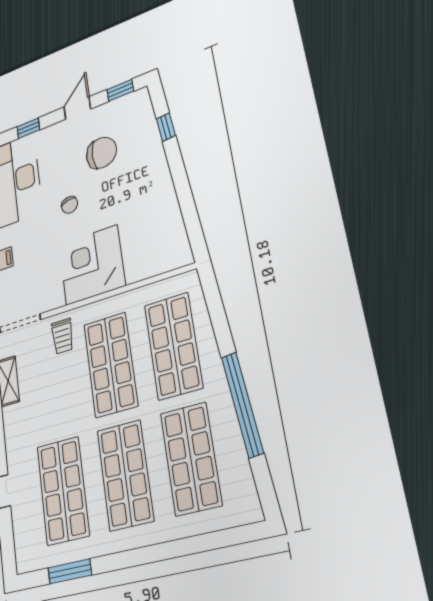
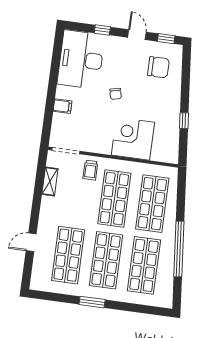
door: (77, 108) -> (137, 35), hinge flipped
window: (166, 127) -> (184, 121), moved
chair: (101, 153) -> (158, 67), moved
corner desk: (92, 265) -> (133, 139), moved
window: (70, 571) -> (92, 302), moved

